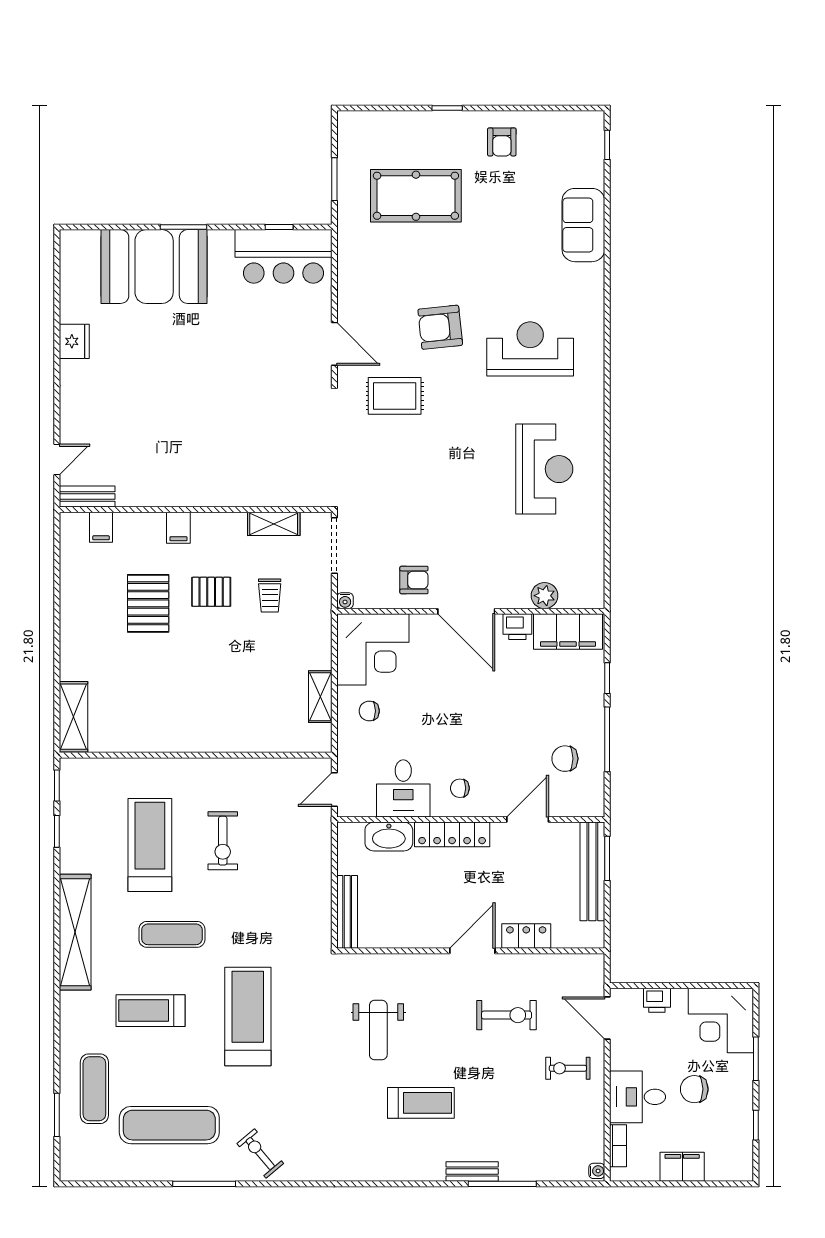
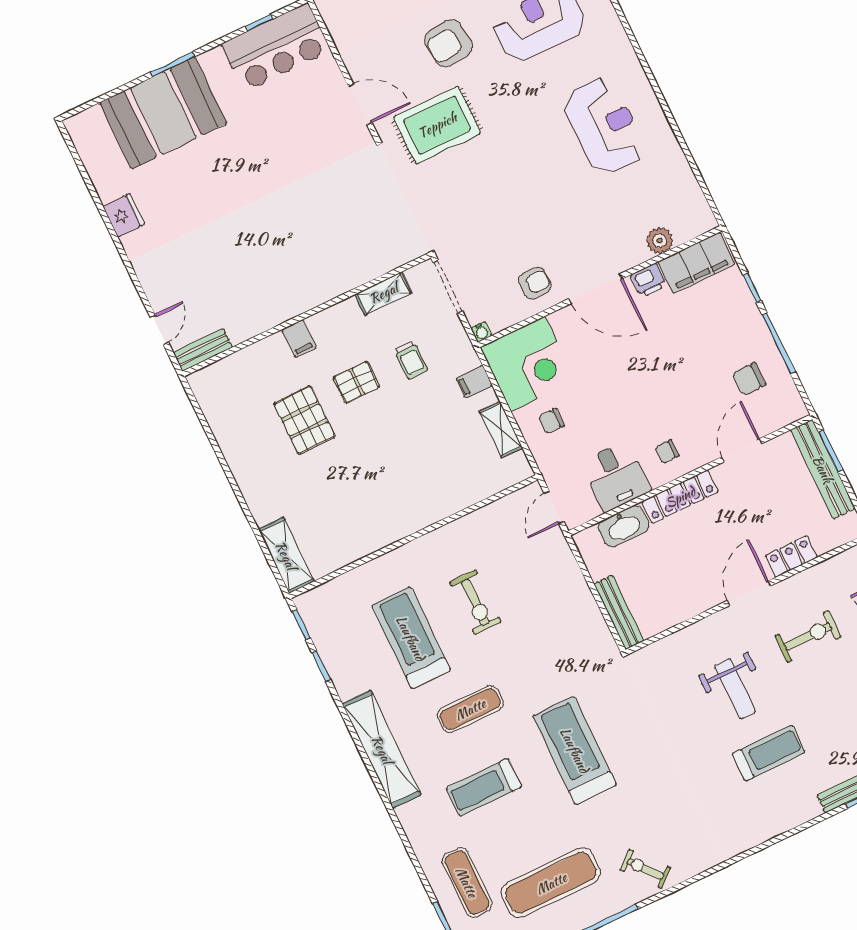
rug: (395, 396) -> (437, 125), width x1.36, depth x1.43
filing cabinet: (101, 527) -> (474, 382), moved, turned 90
weight bench: (378, 1030) -> (735, 689), moved

